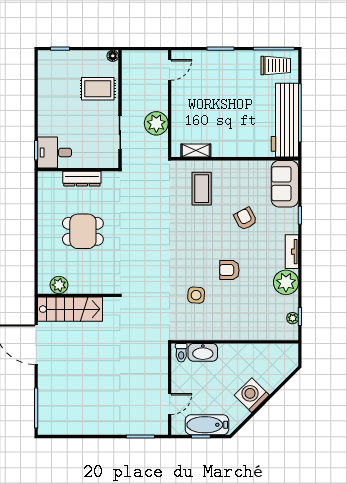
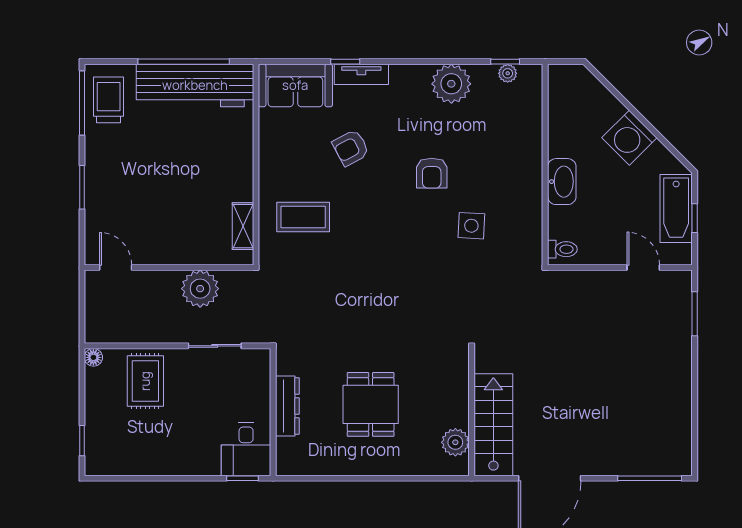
tv unit: (292, 252) -> (361, 74), moved
washbasin: (203, 352) -> (562, 182), moved

